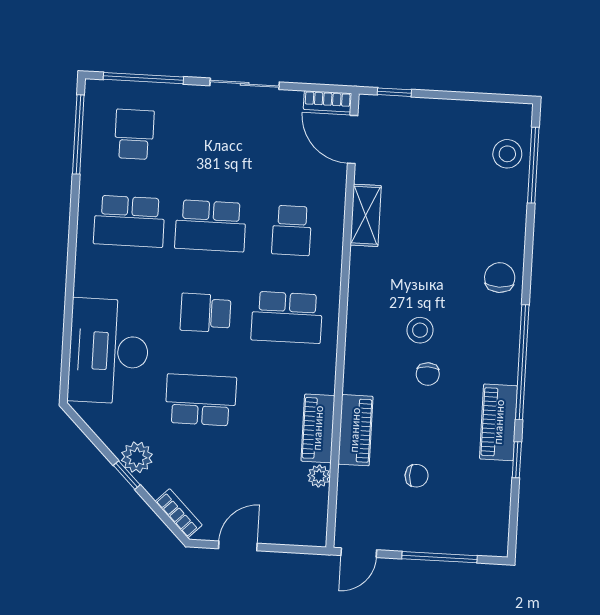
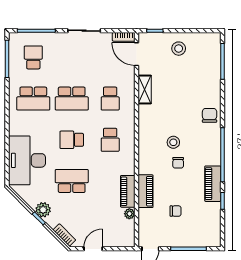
stool: (507, 154) -> (179, 49), moved
school desk: (287, 317) -> (110, 140), width x0.54

